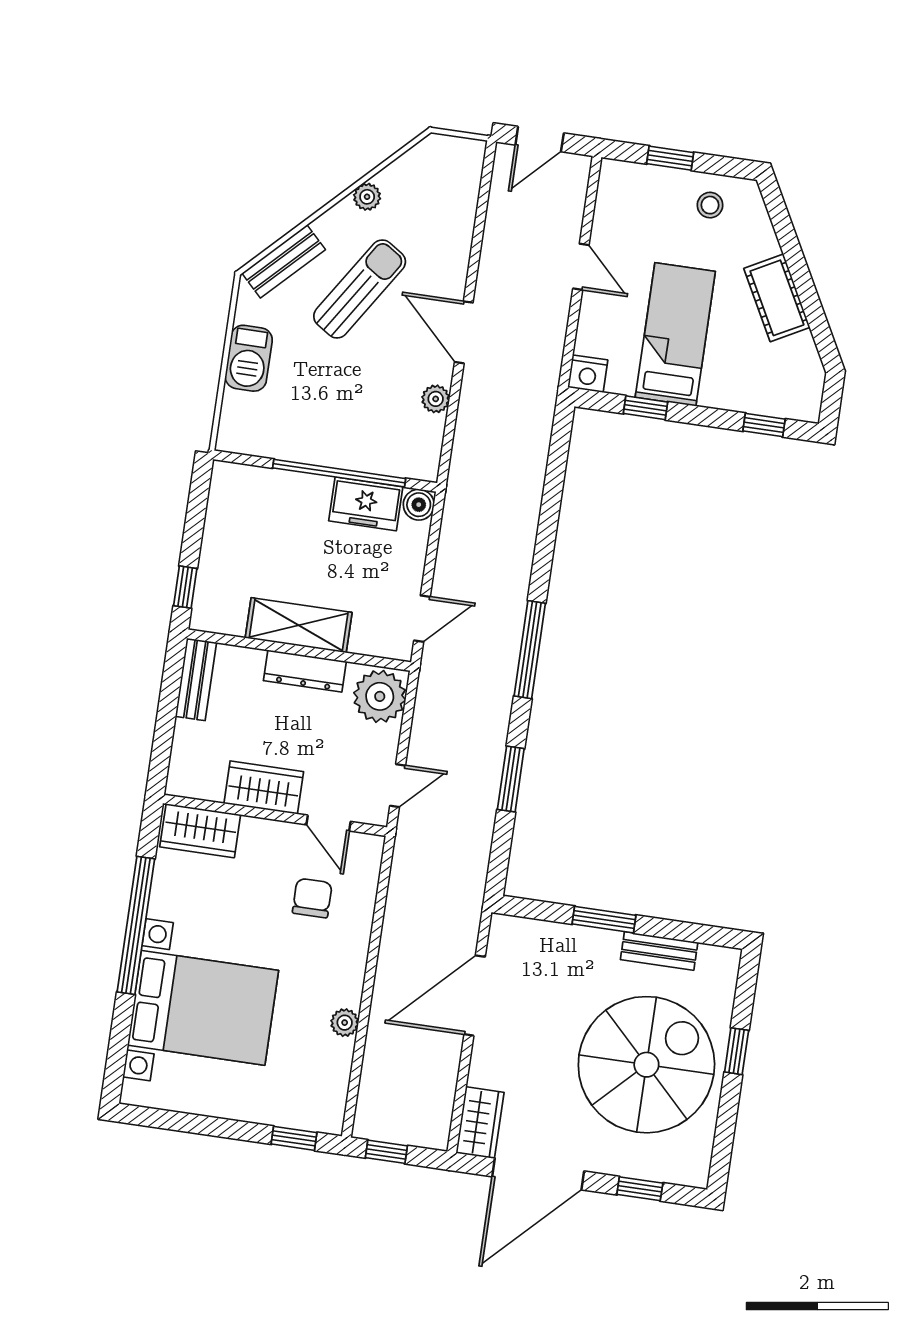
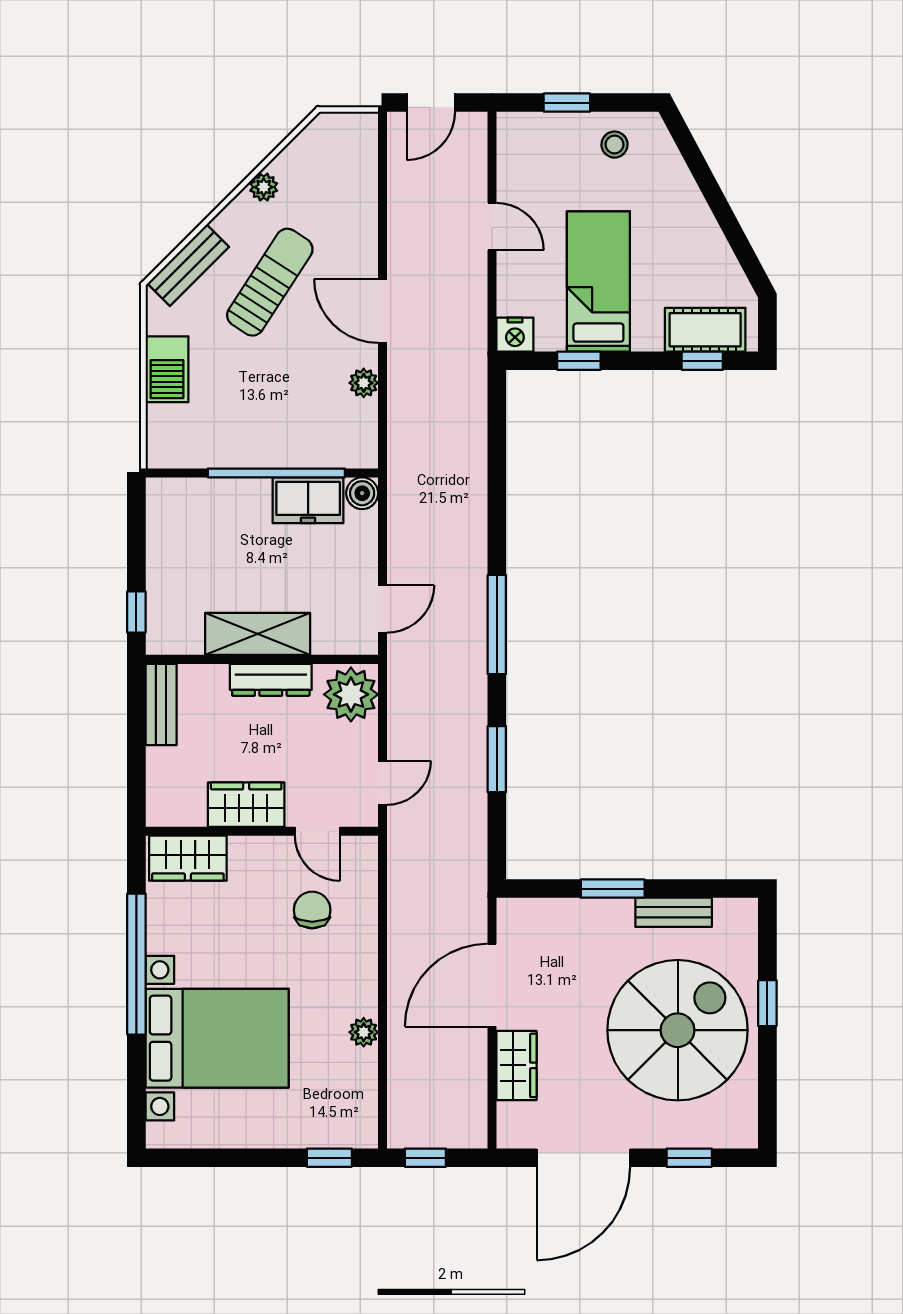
cot: (777, 298) -> (705, 330), moved, turned -62
wardrobe: (480, 1123) -> (517, 1065), moved

